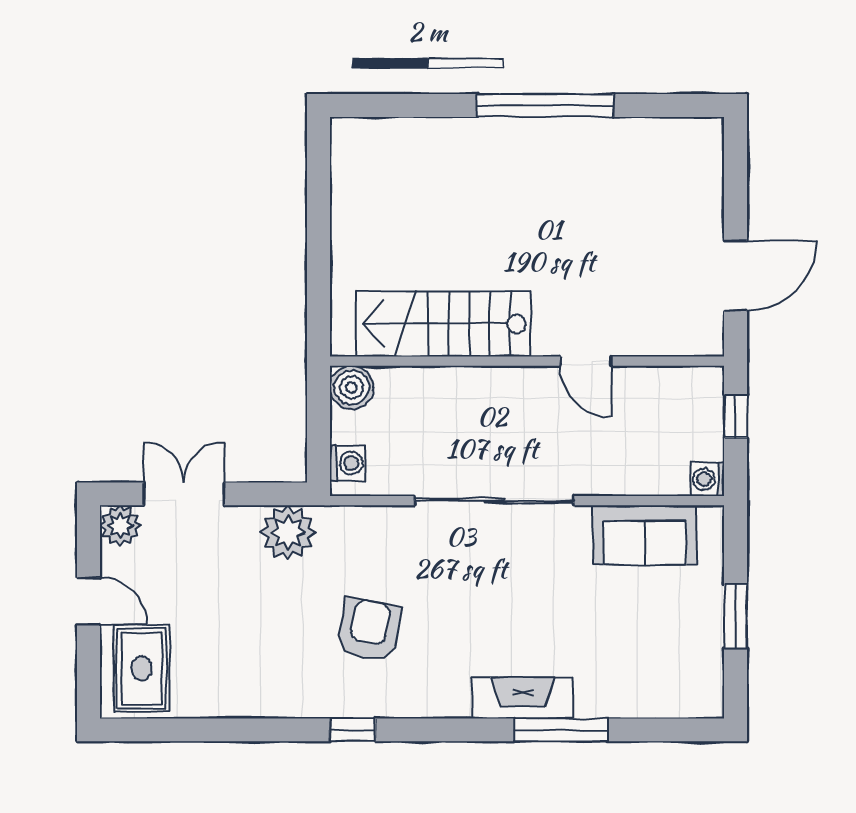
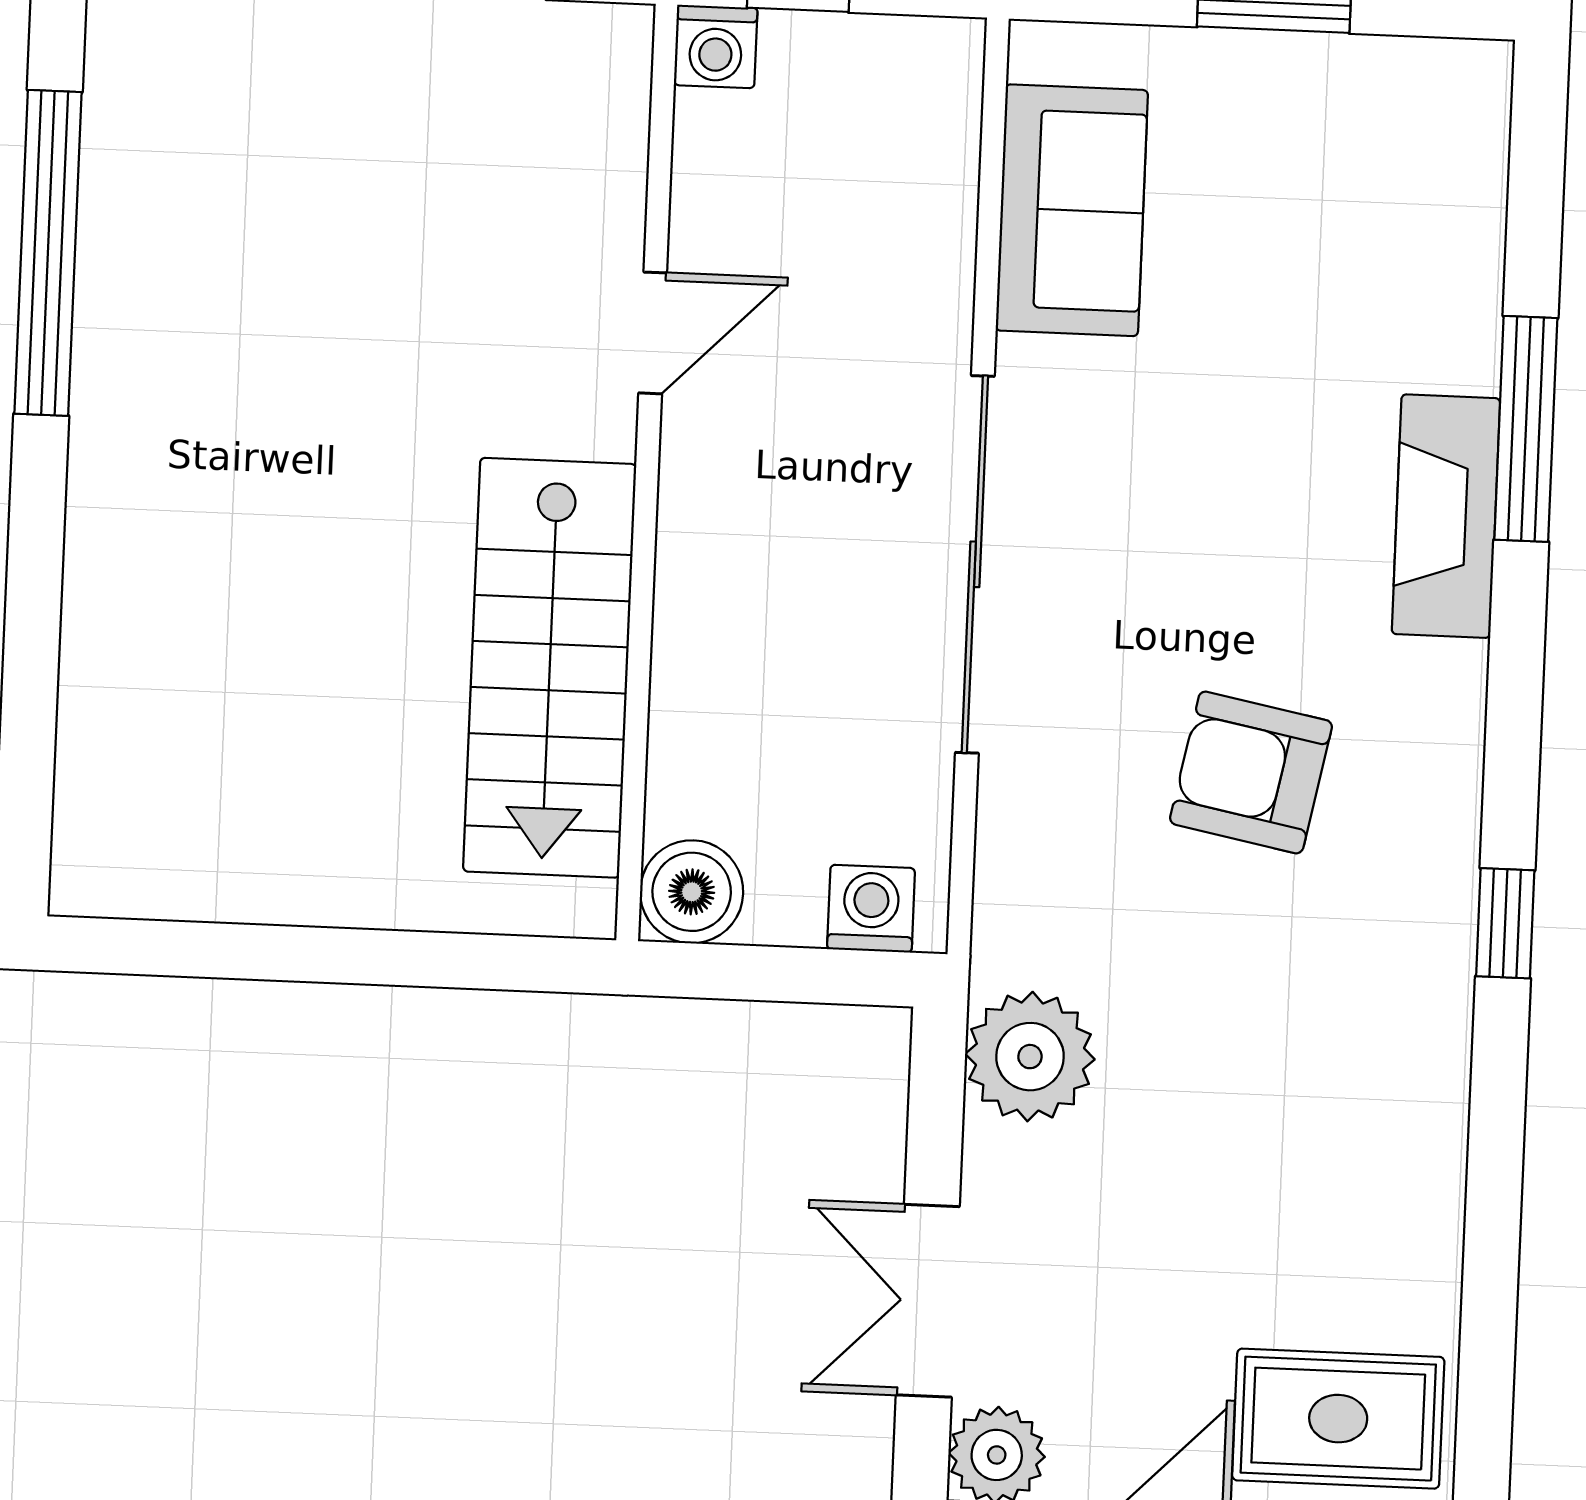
window: (545, 106) -> (48, 253), moved
washing machine: (707, 479) -> (716, 47), moved
armchair: (369, 630) -> (1251, 772), moved

